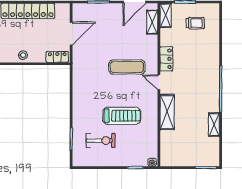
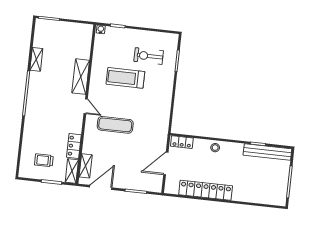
locker: (166, 59) -> (74, 146), moved

